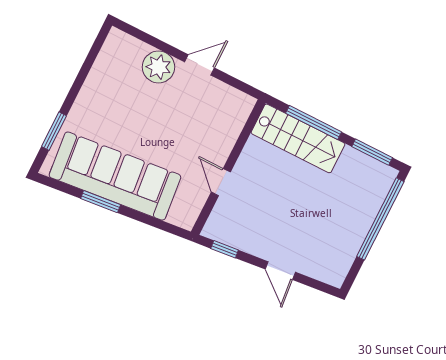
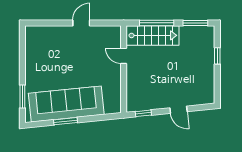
plant: (158, 67) -> (60, 35), removed
door: (221, 182) -> (124, 56), moved
window: (380, 219) -> (217, 56), width x0.32

